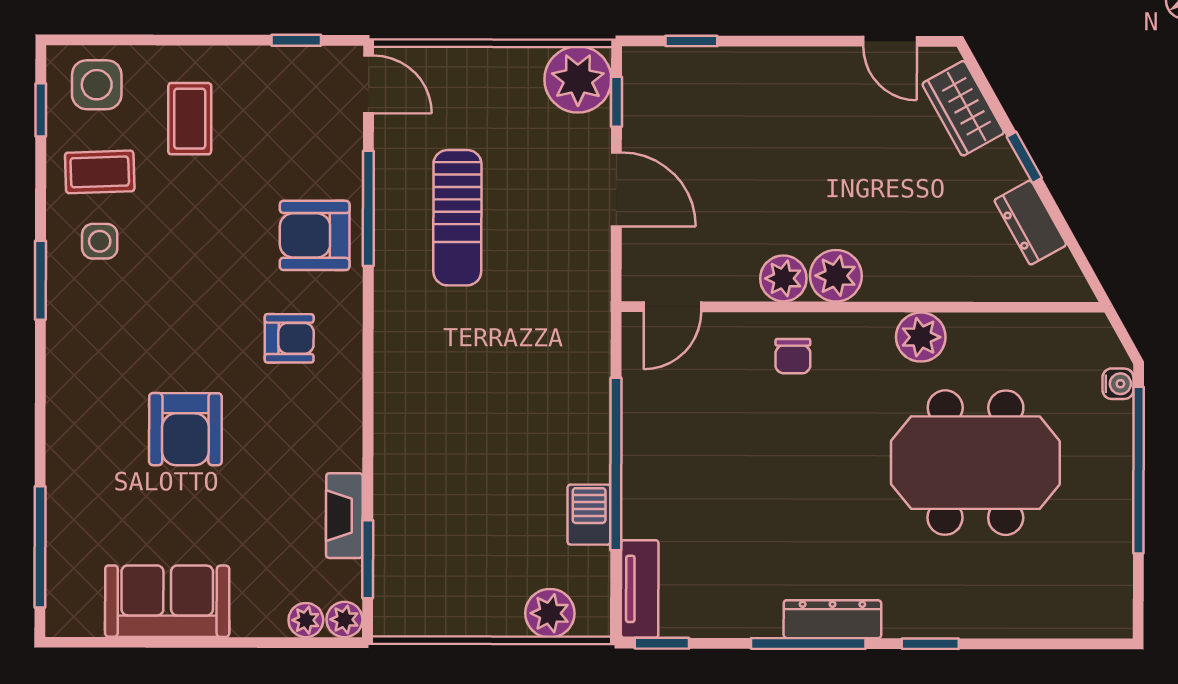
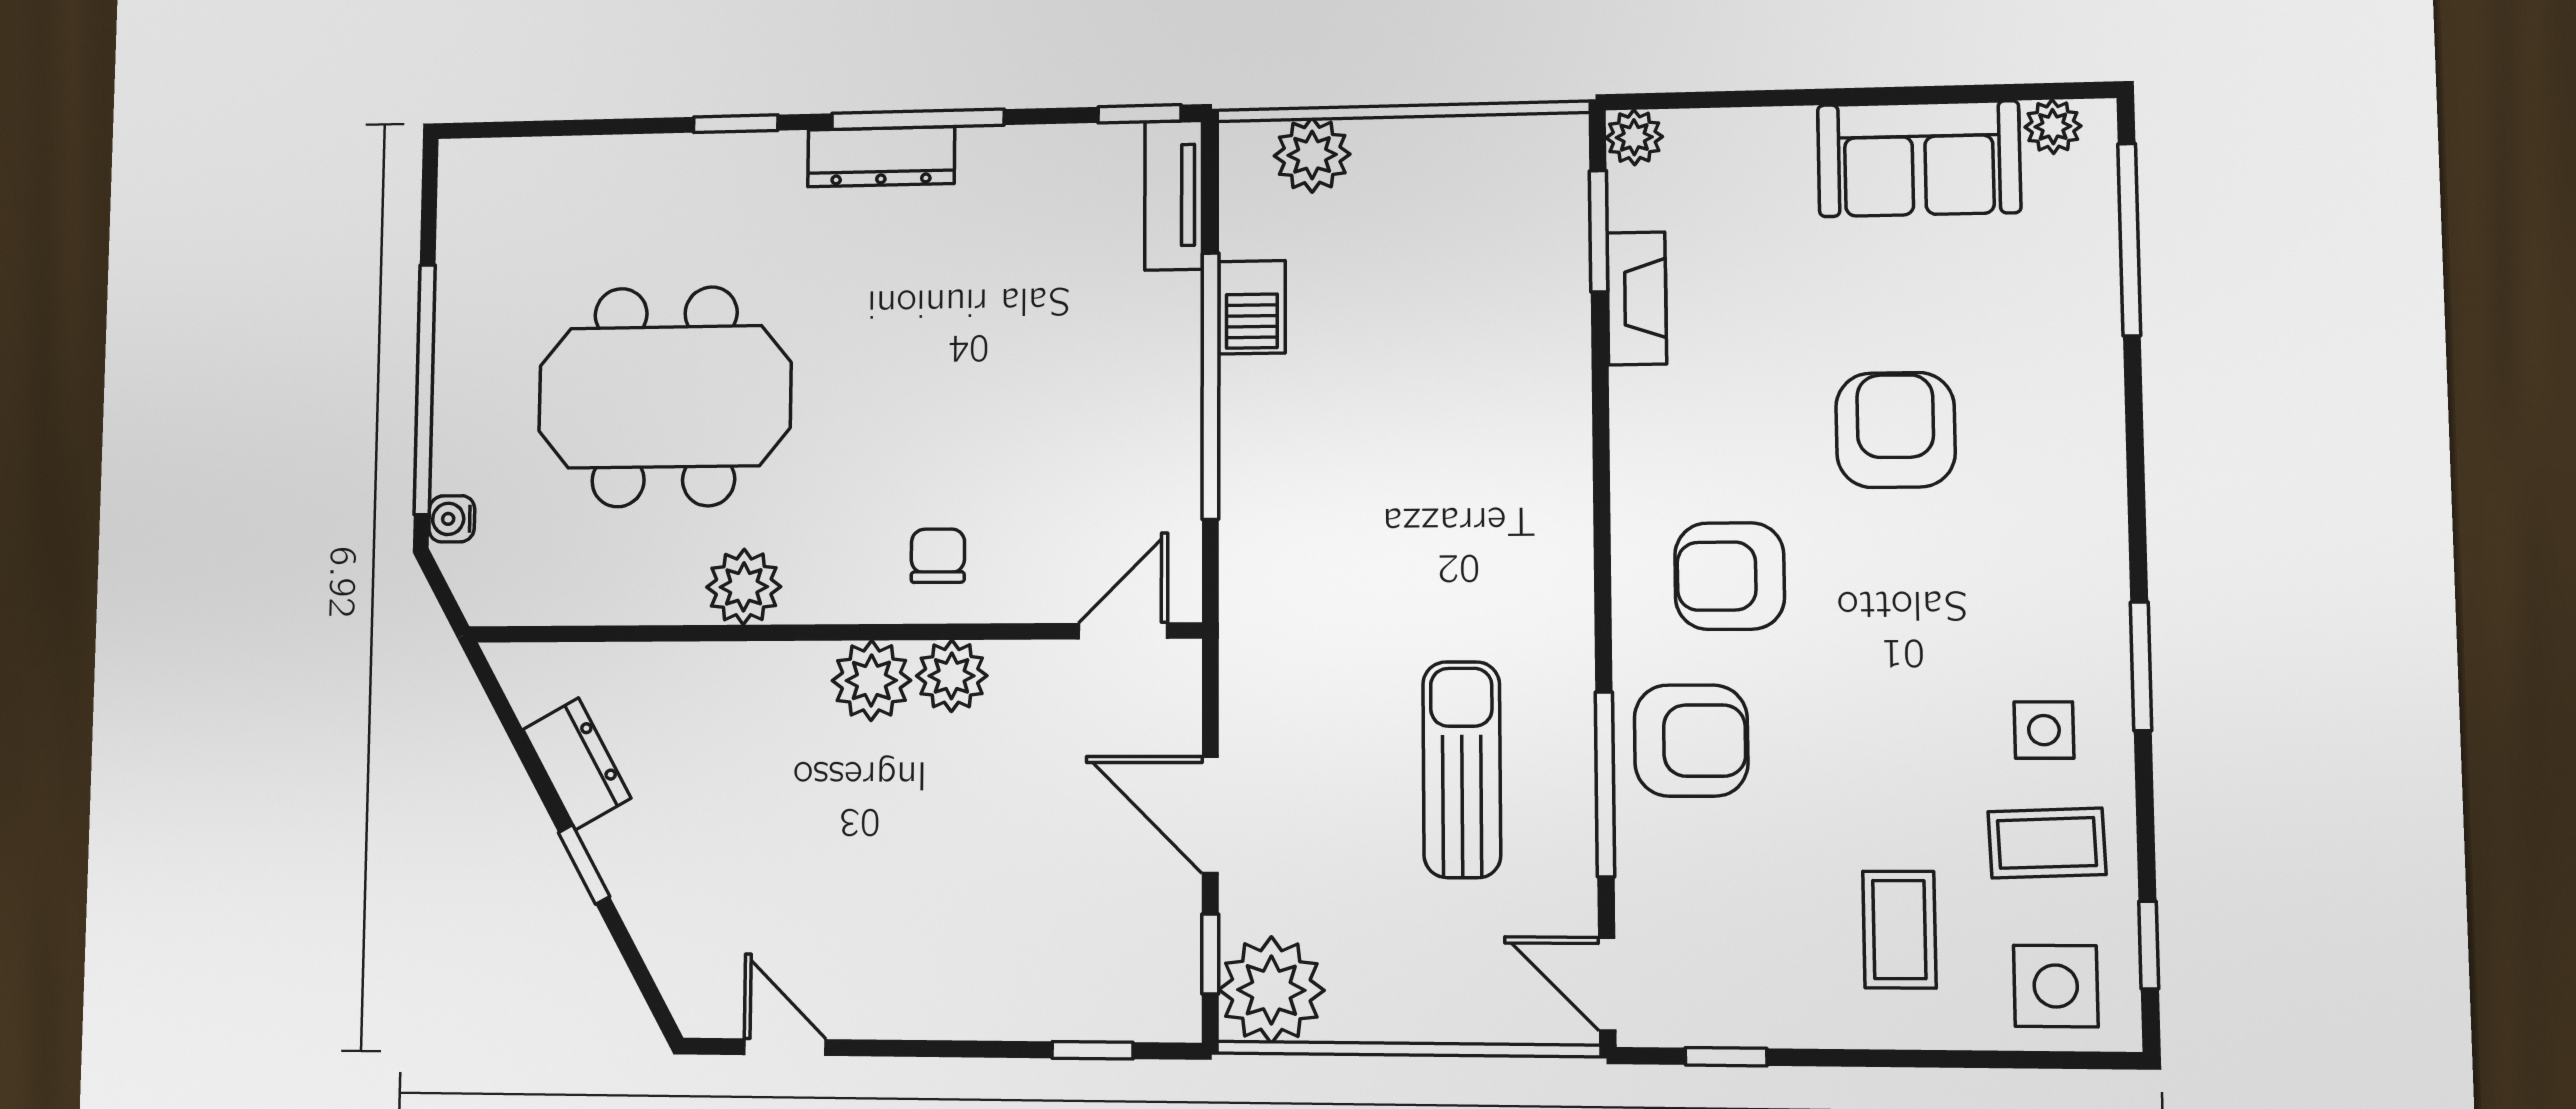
wardrobe: (963, 108) -> (675, 941), removed
armchair: (289, 338) -> (1730, 576), width x1.38, depth x1.38
plant: (306, 620) -> (2053, 127), moved

